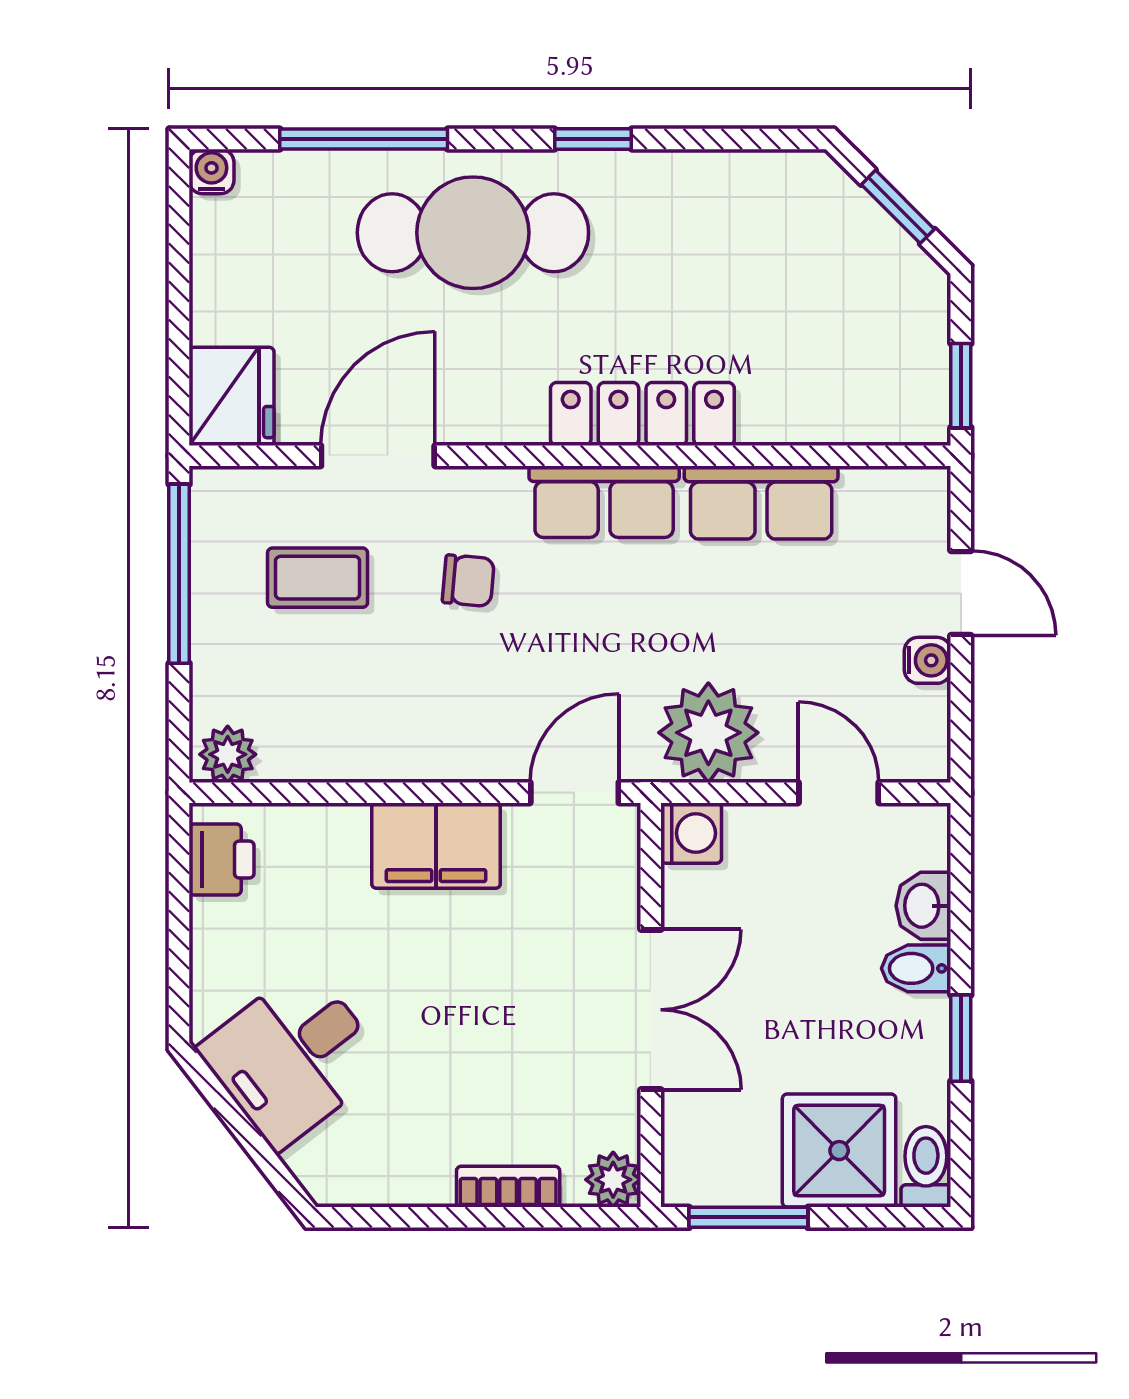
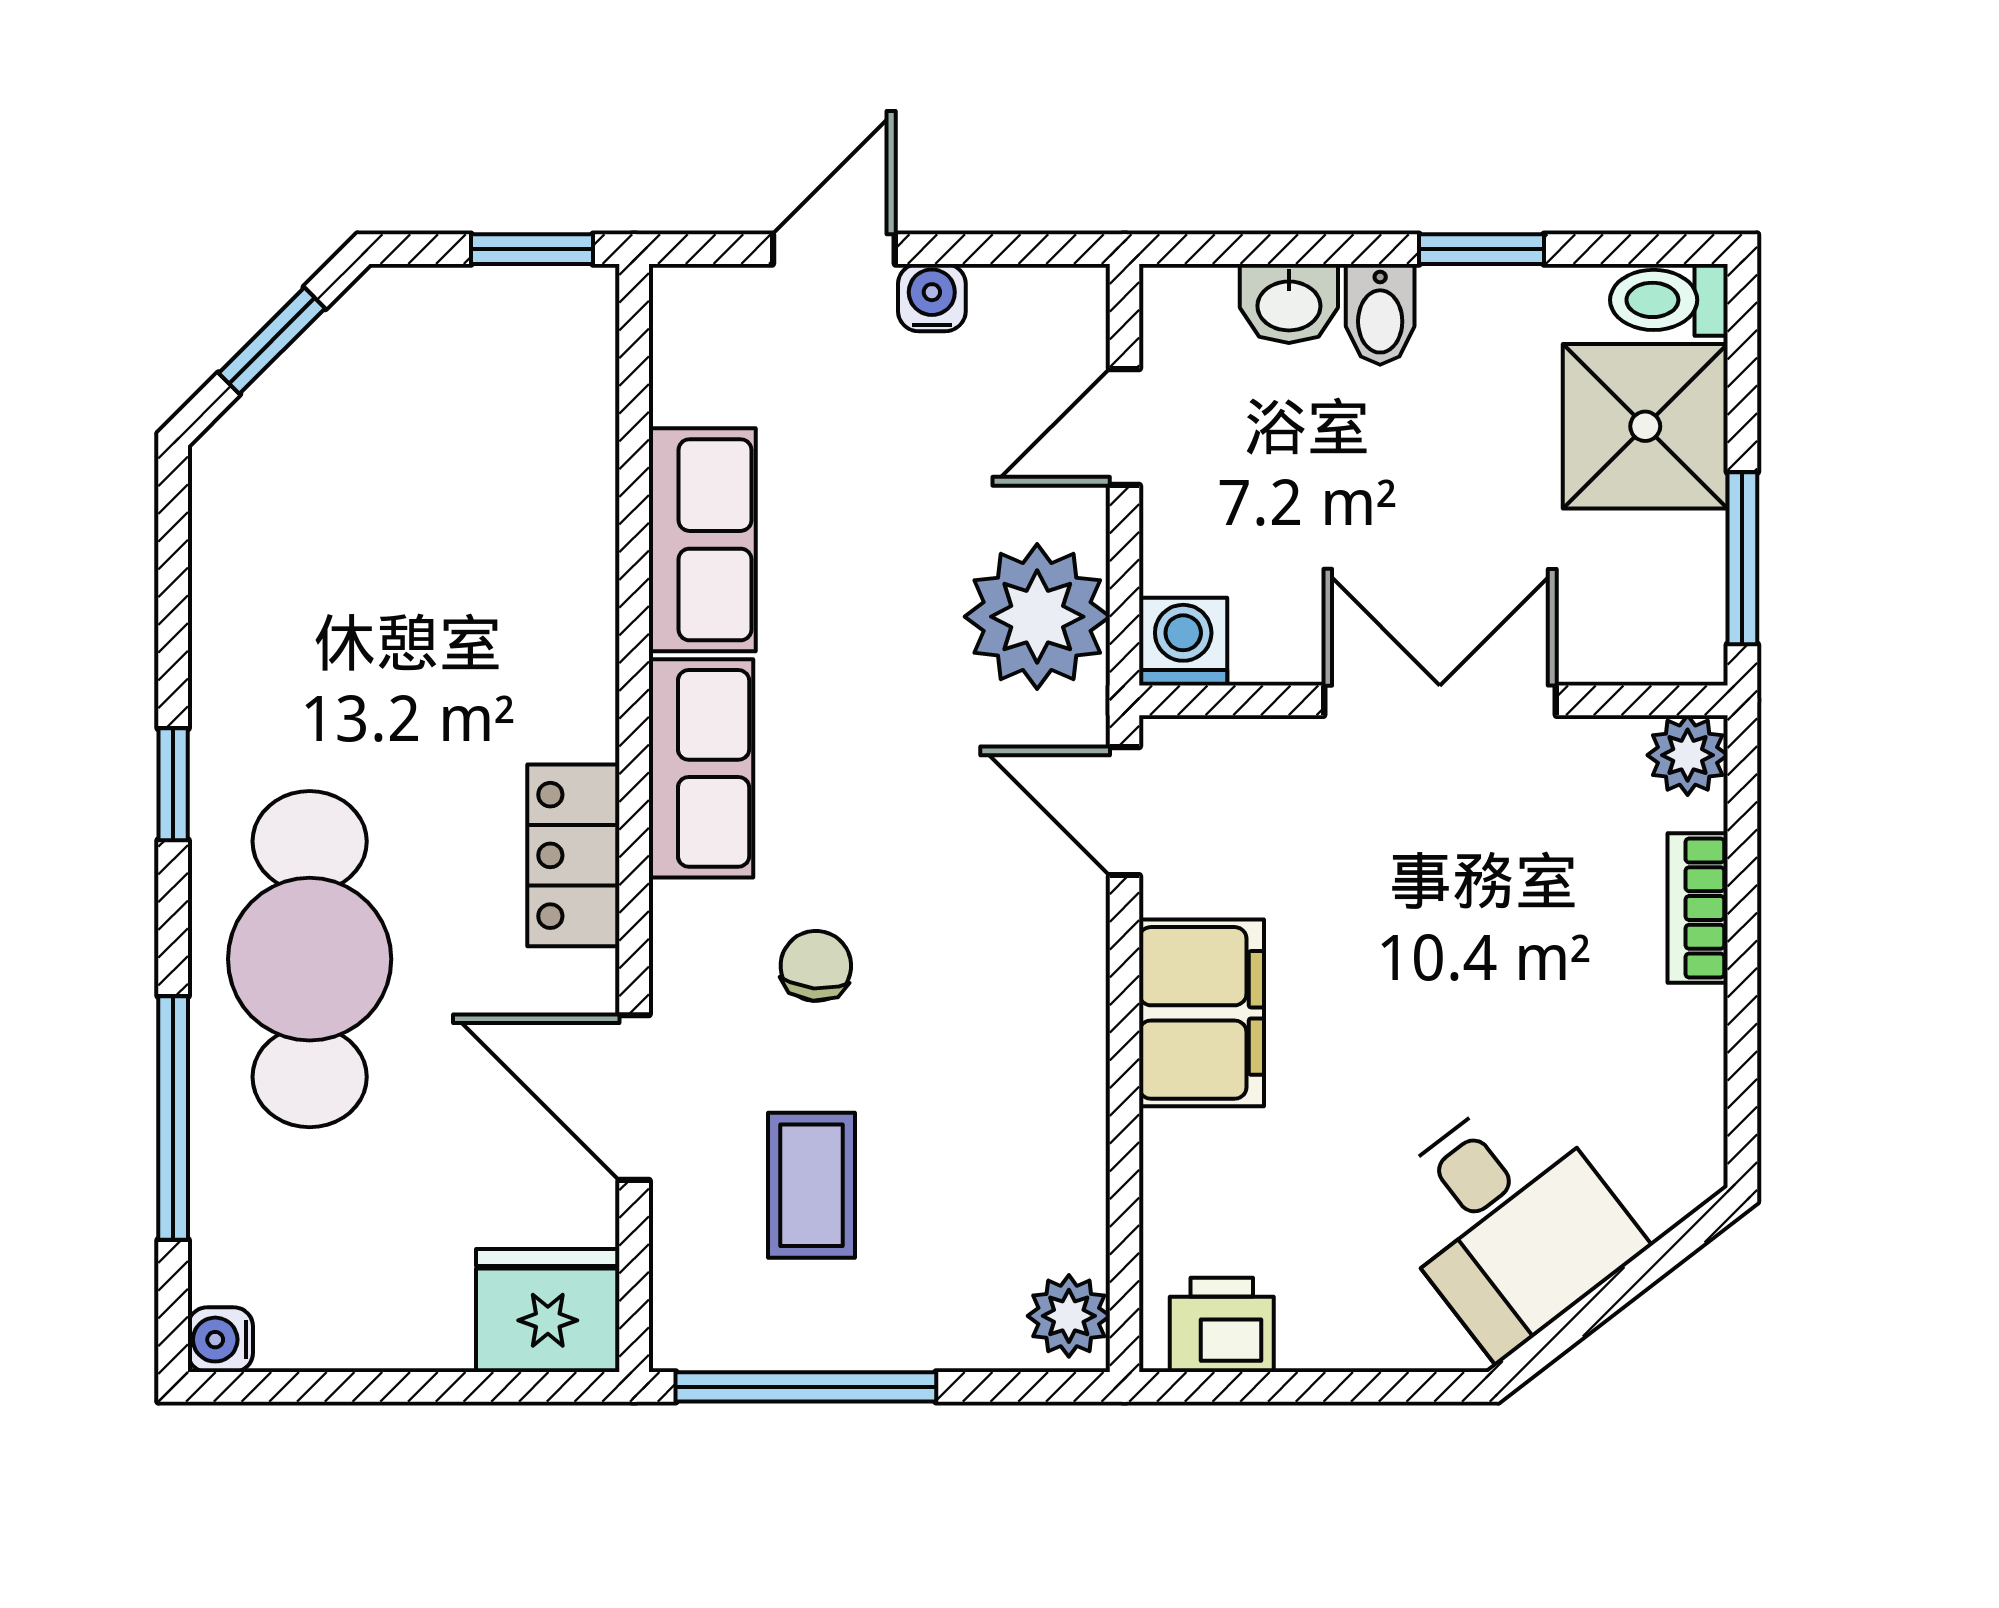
locker: (642, 414) -> (573, 855), moved, width x0.66

